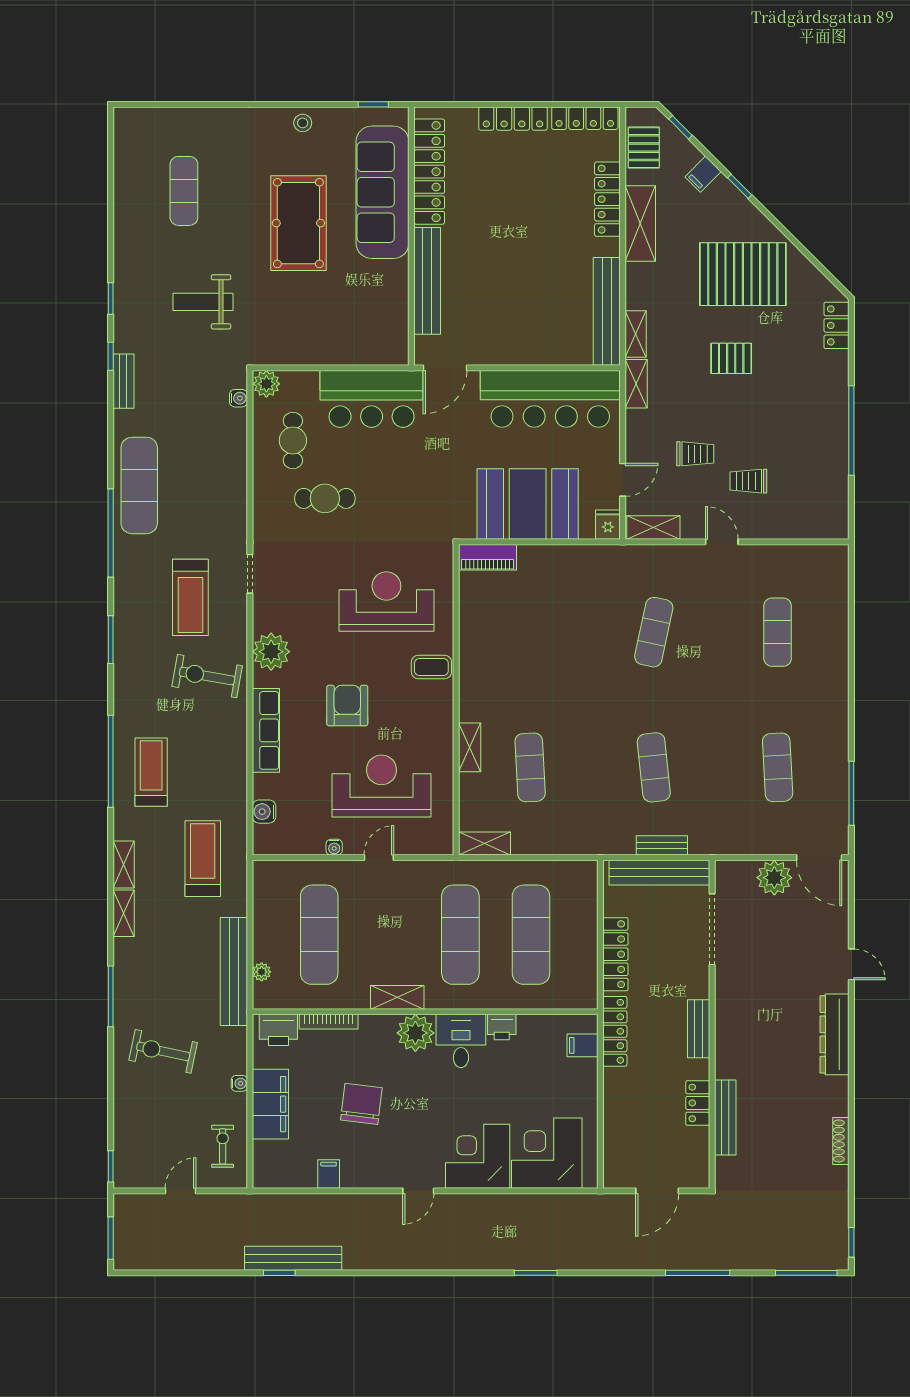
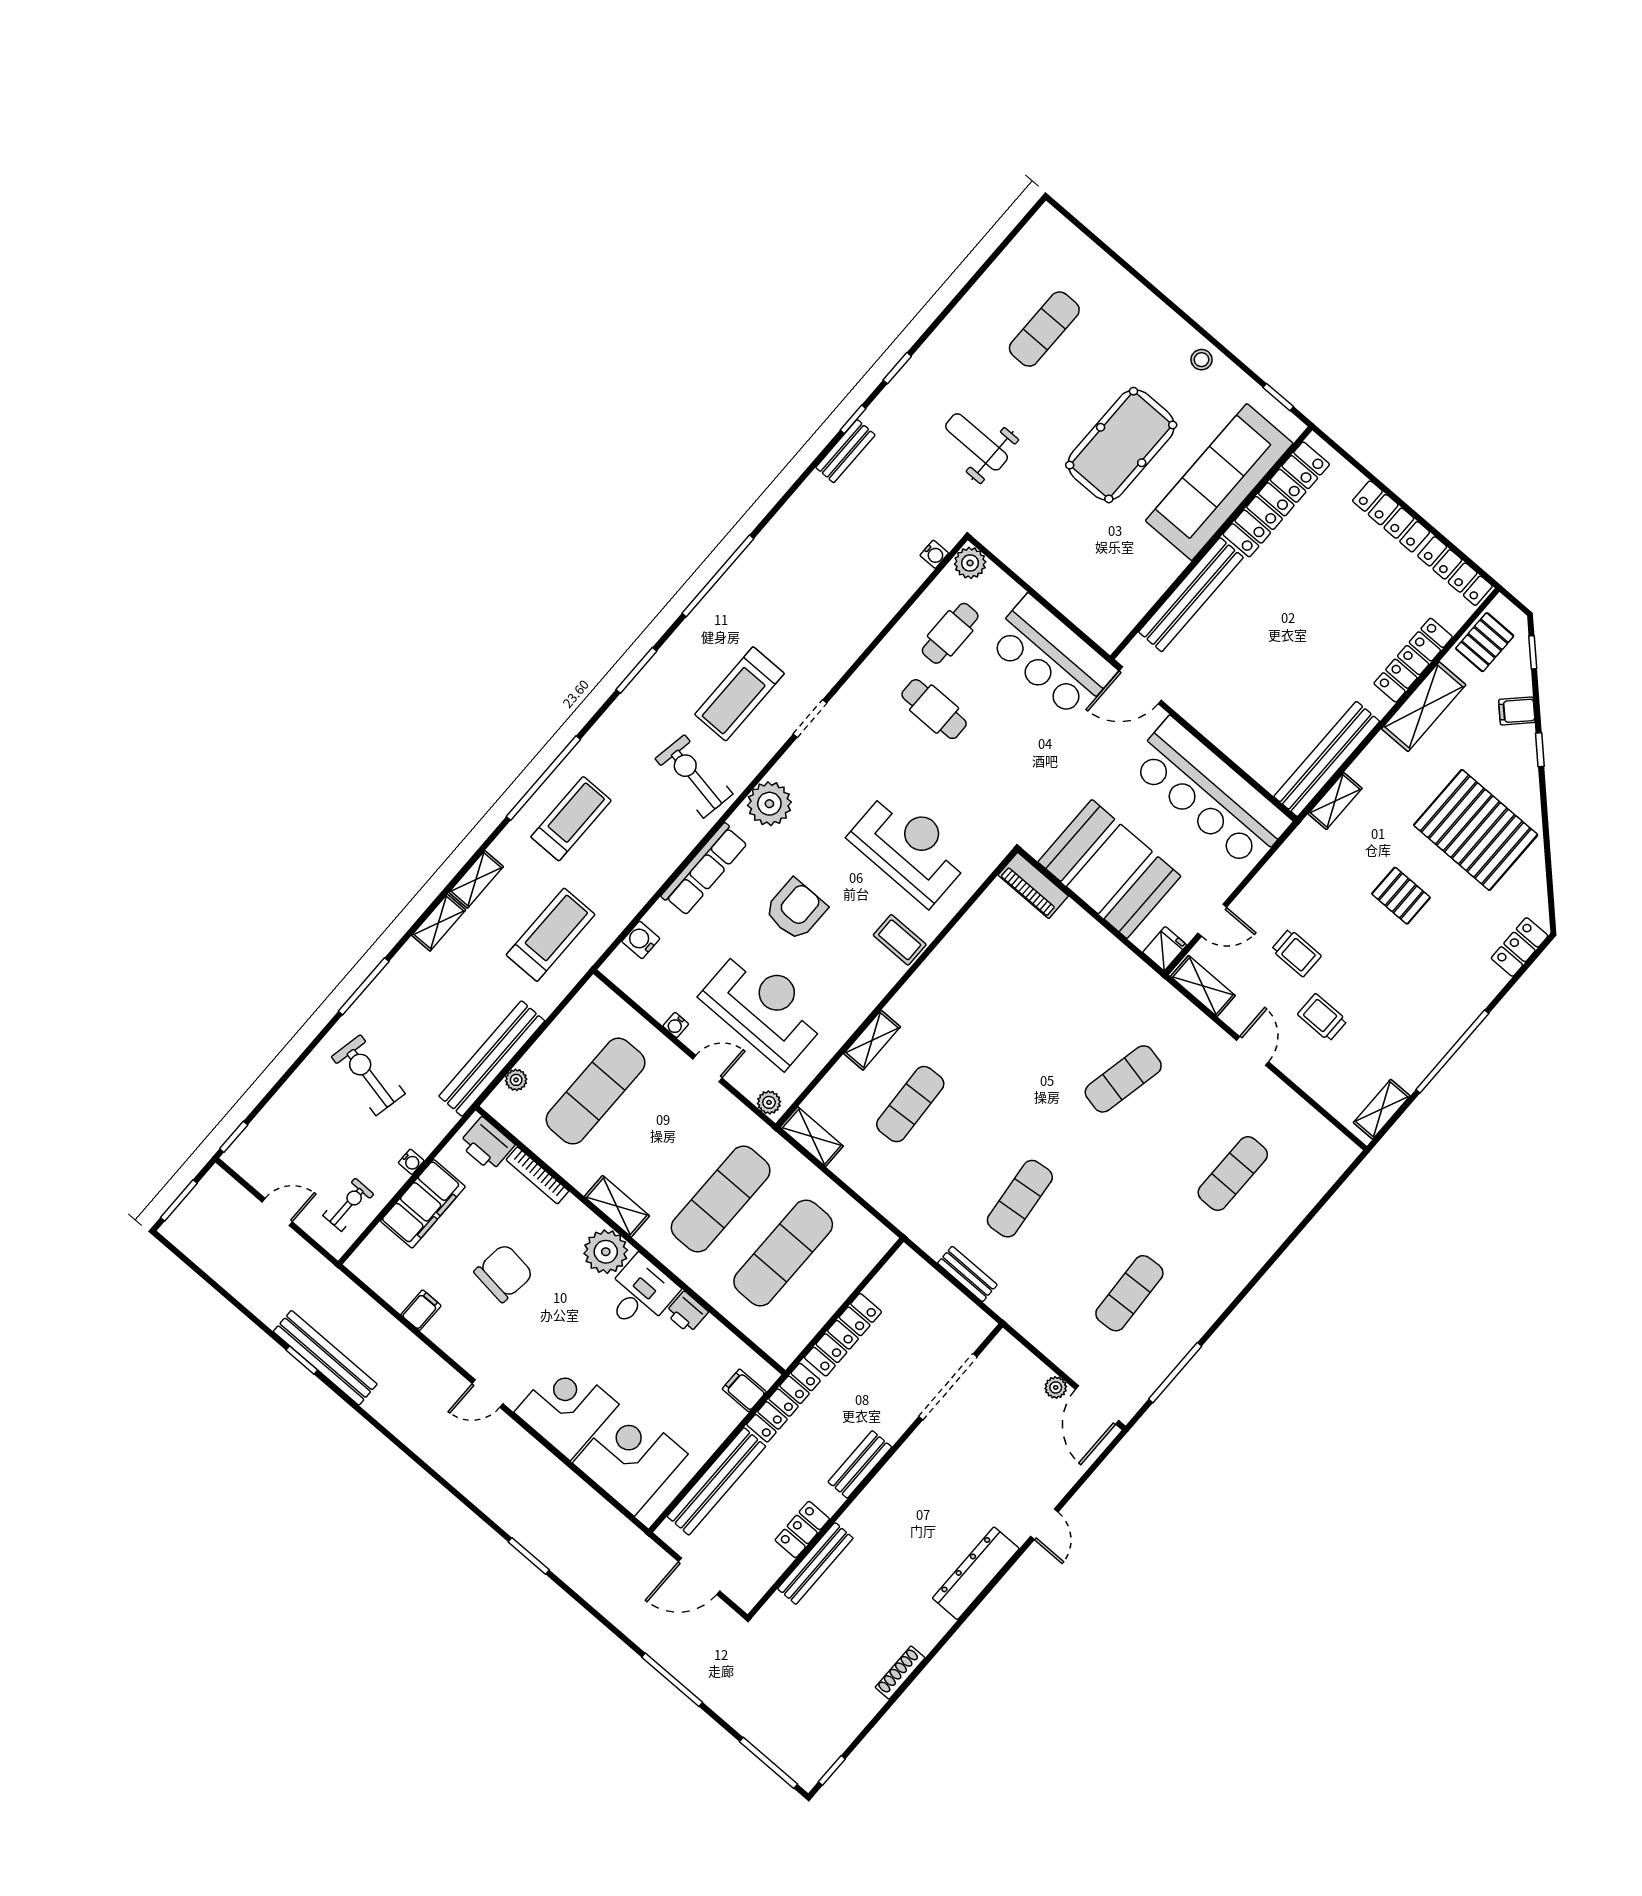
shelving: (636, 384) -> (1382, 1109), moved
exercise mat: (139, 485) -> (780, 556), removed
plant: (438, 845) -> (769, 1102), added
bench: (659, 873) -> (716, 1481), moved, turned 90
plant: (774, 878) -> (1056, 1387), width x0.53, depth x0.53

